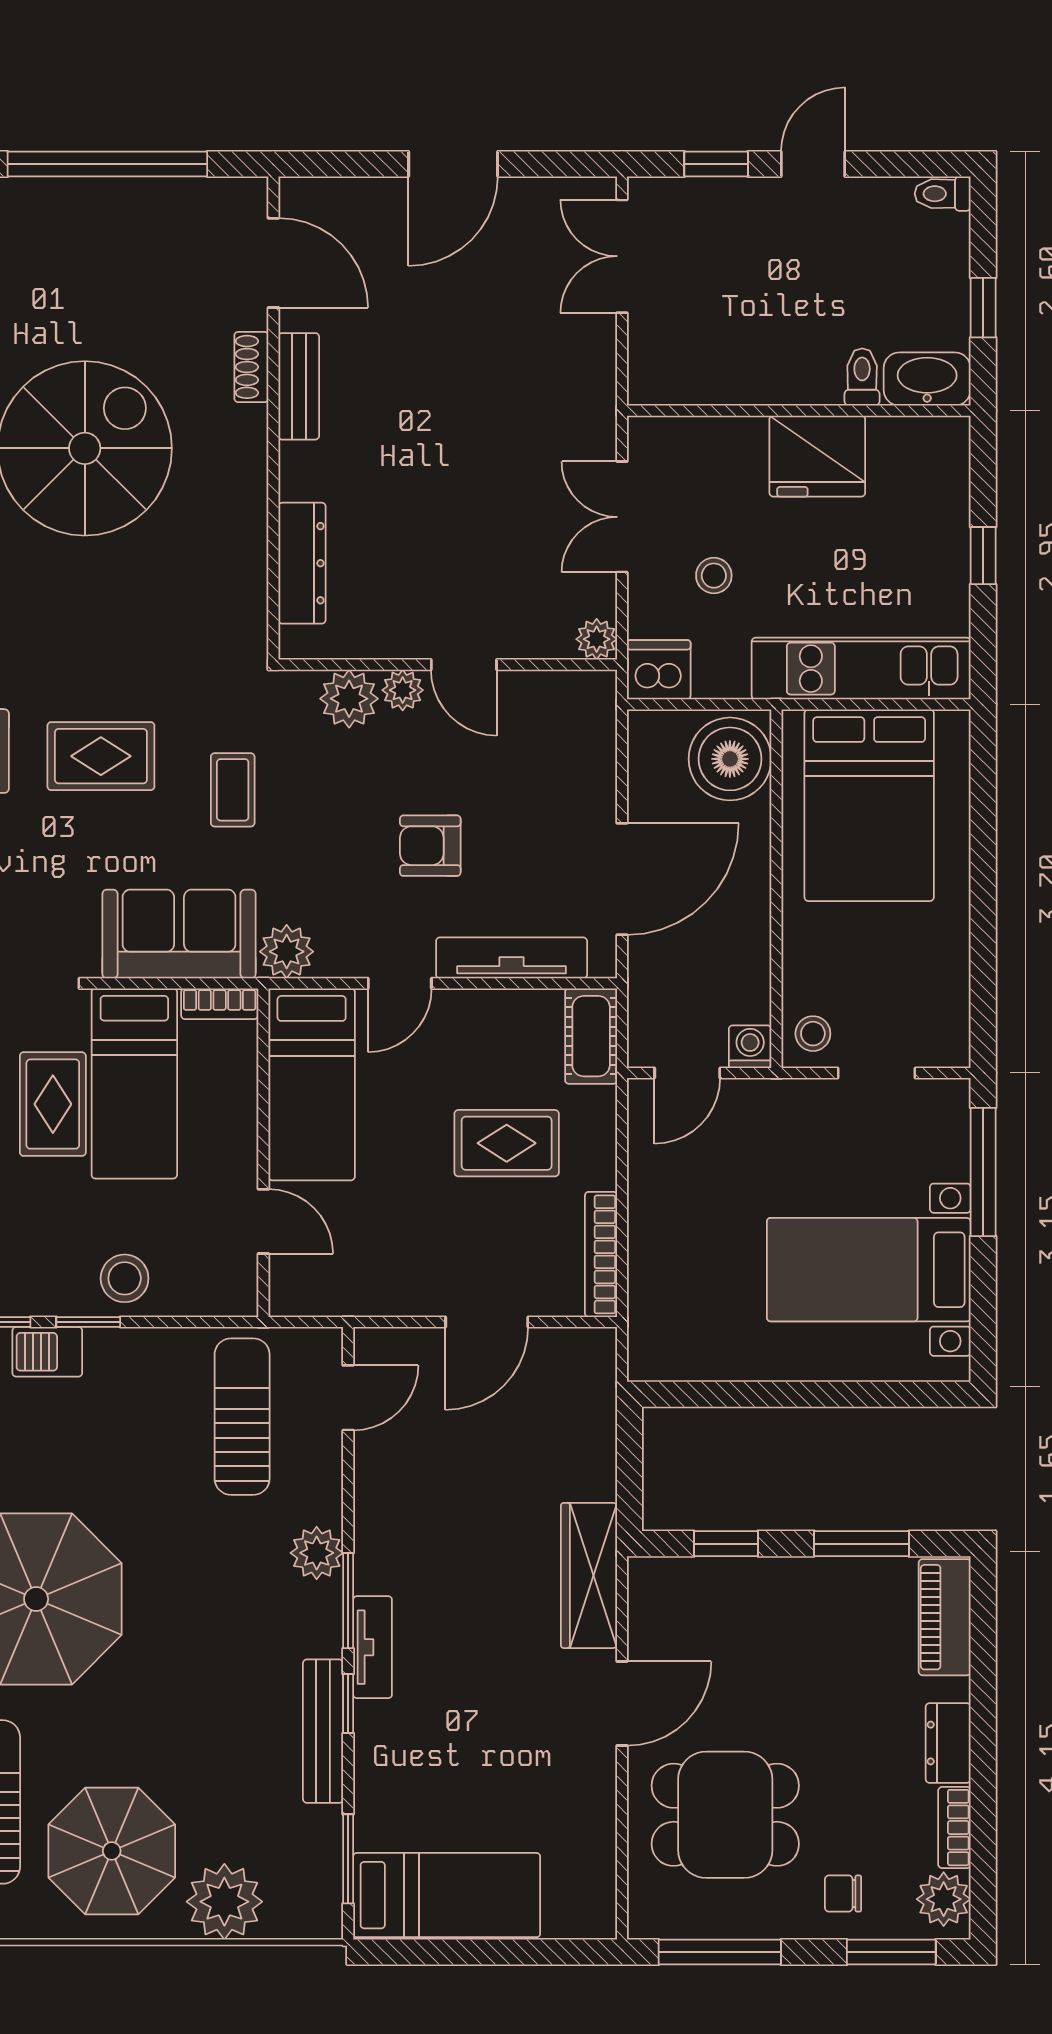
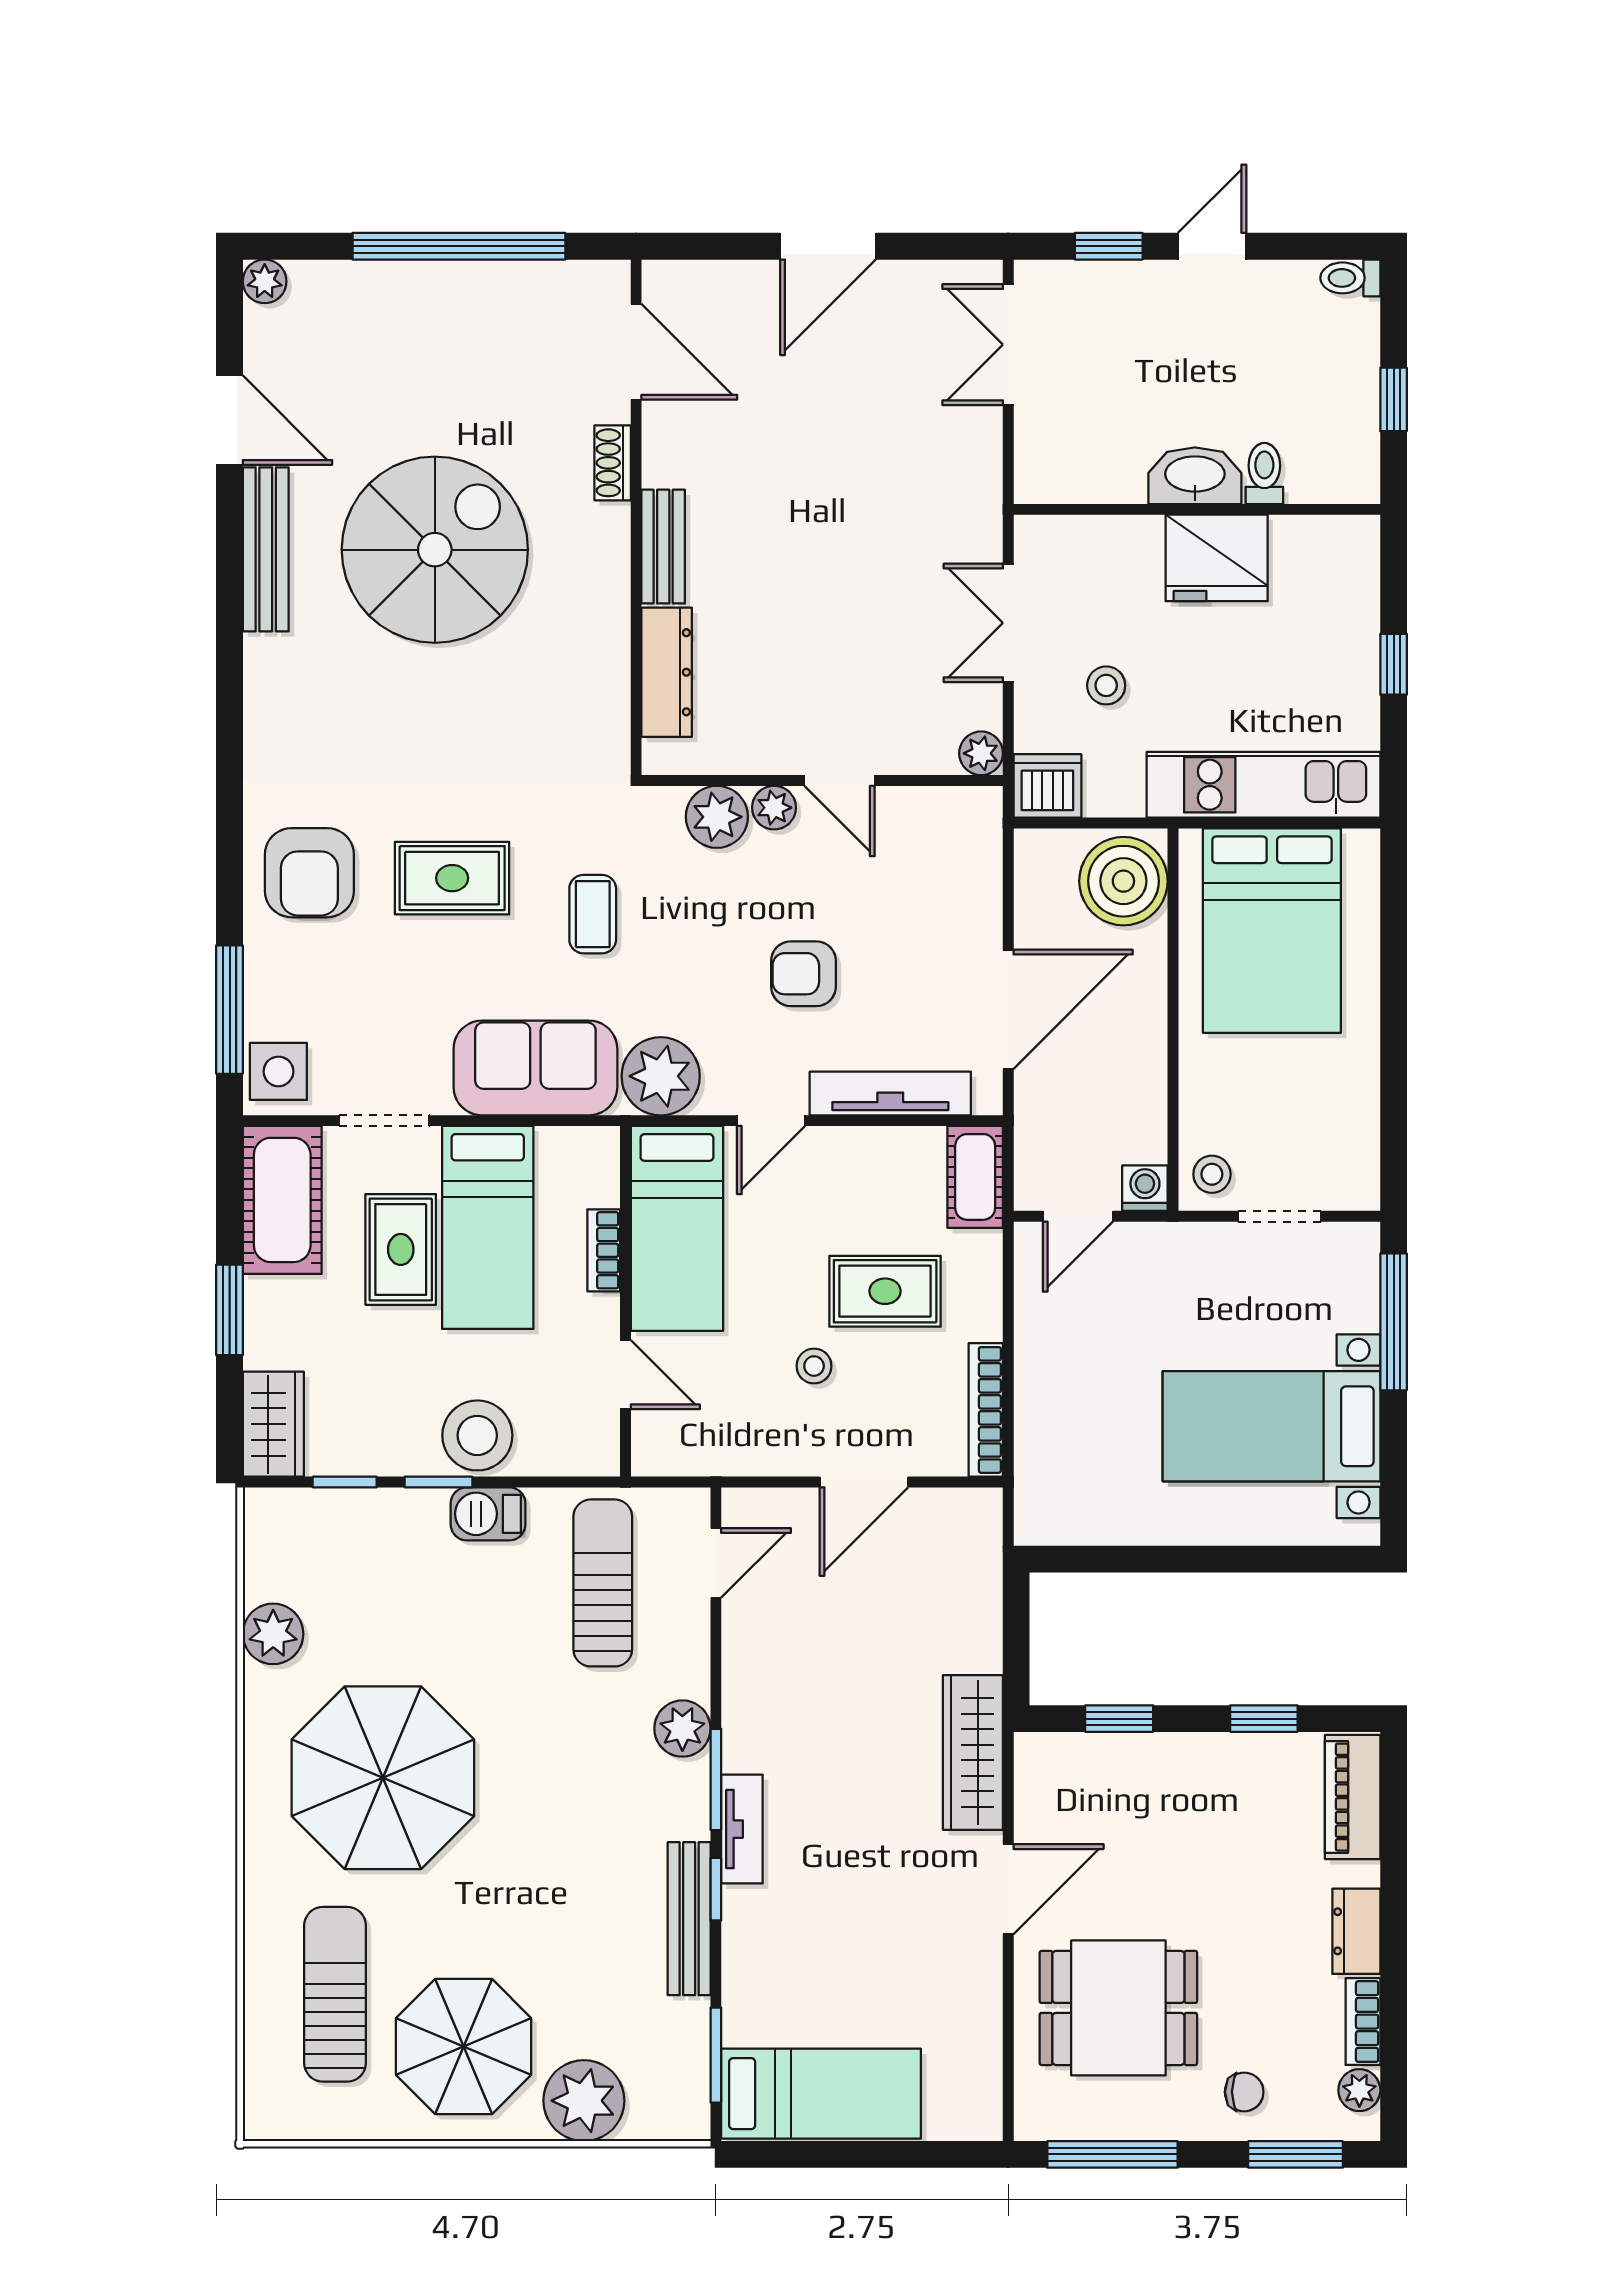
washbasin: (927, 379) -> (1195, 476), moved
bench: (299, 386) -> (663, 547), moved
plant: (287, 952) -> (661, 1076), width x1.36, depth x1.36
bookcase: (220, 1004) -> (604, 1250), moved, turned 90
stool: (440, 1213) -> (814, 1366), added
stool: (125, 1278) -> (477, 1435), width x1.38, depth x1.38
barbecue: (47, 1352) -> (488, 1514), moved
window: (862, 1544) -> (1264, 1719), width x0.67
chair: (843, 1893) -> (1244, 2092), turned 180
plant: (944, 1899) -> (1359, 2090), width x0.73, depth x0.73

